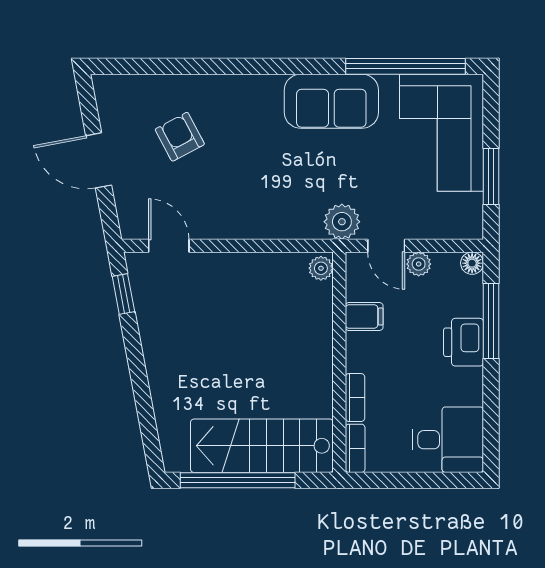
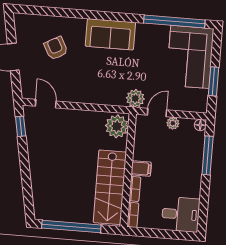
sofa: (331, 101) -> (110, 34), moved
door: (386, 246) -> (157, 113), swing flipped
plant: (321, 268) -> (117, 126), width x1.88, depth x1.88
filing cabinet: (364, 316) -> (141, 169), moved
printer: (464, 342) -> (193, 165), removed
stairs: (262, 446) -> (110, 187), moved, turned -90

